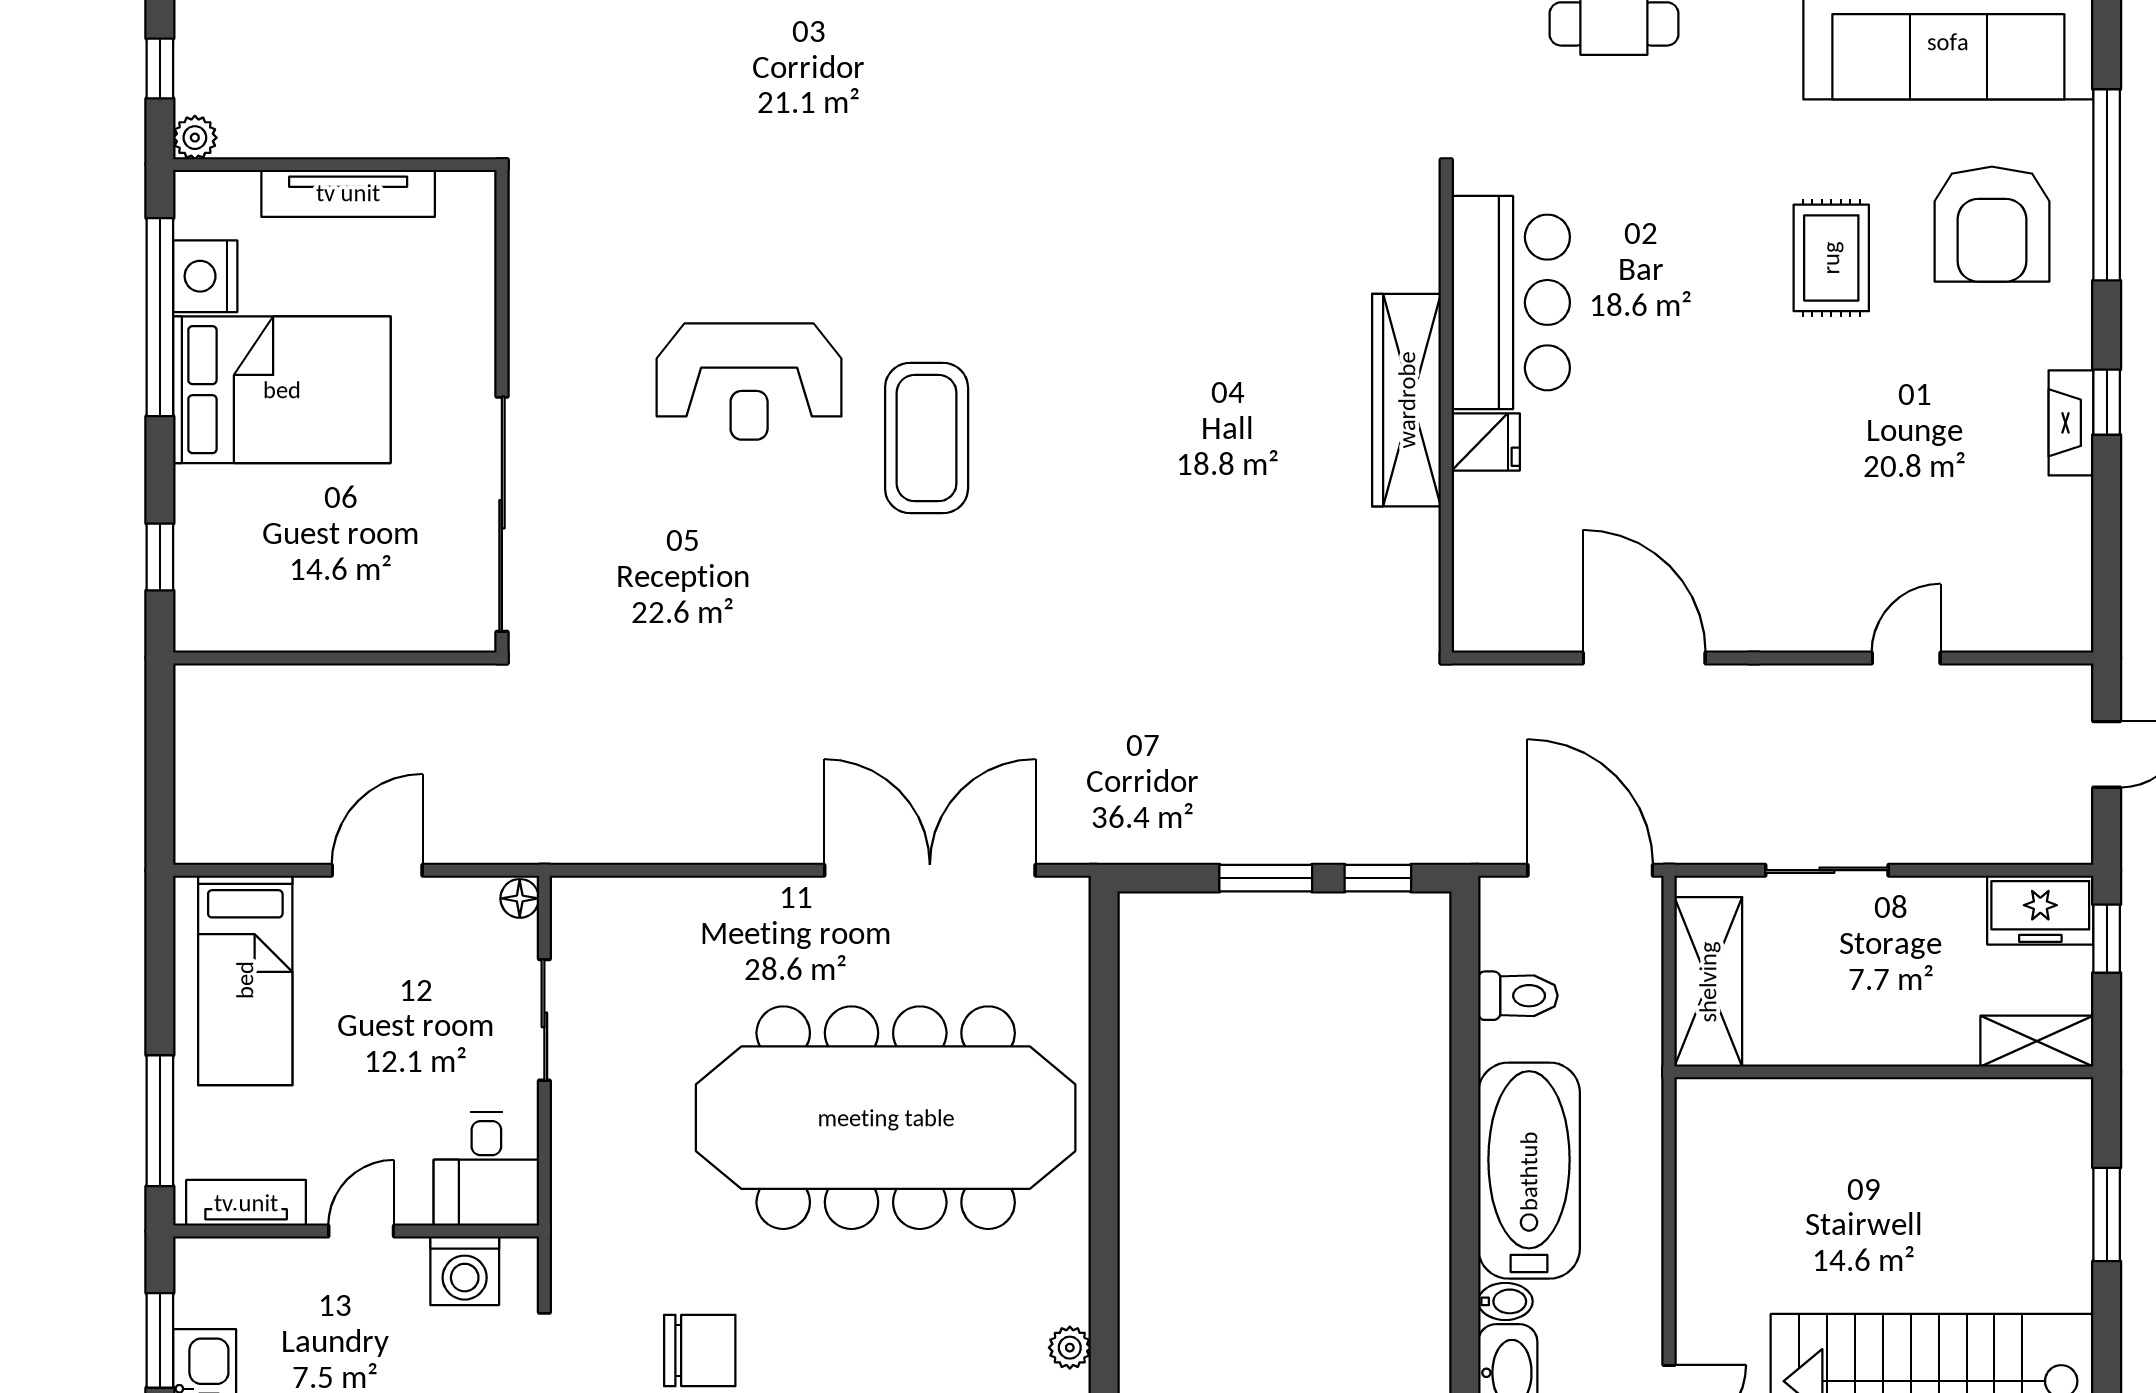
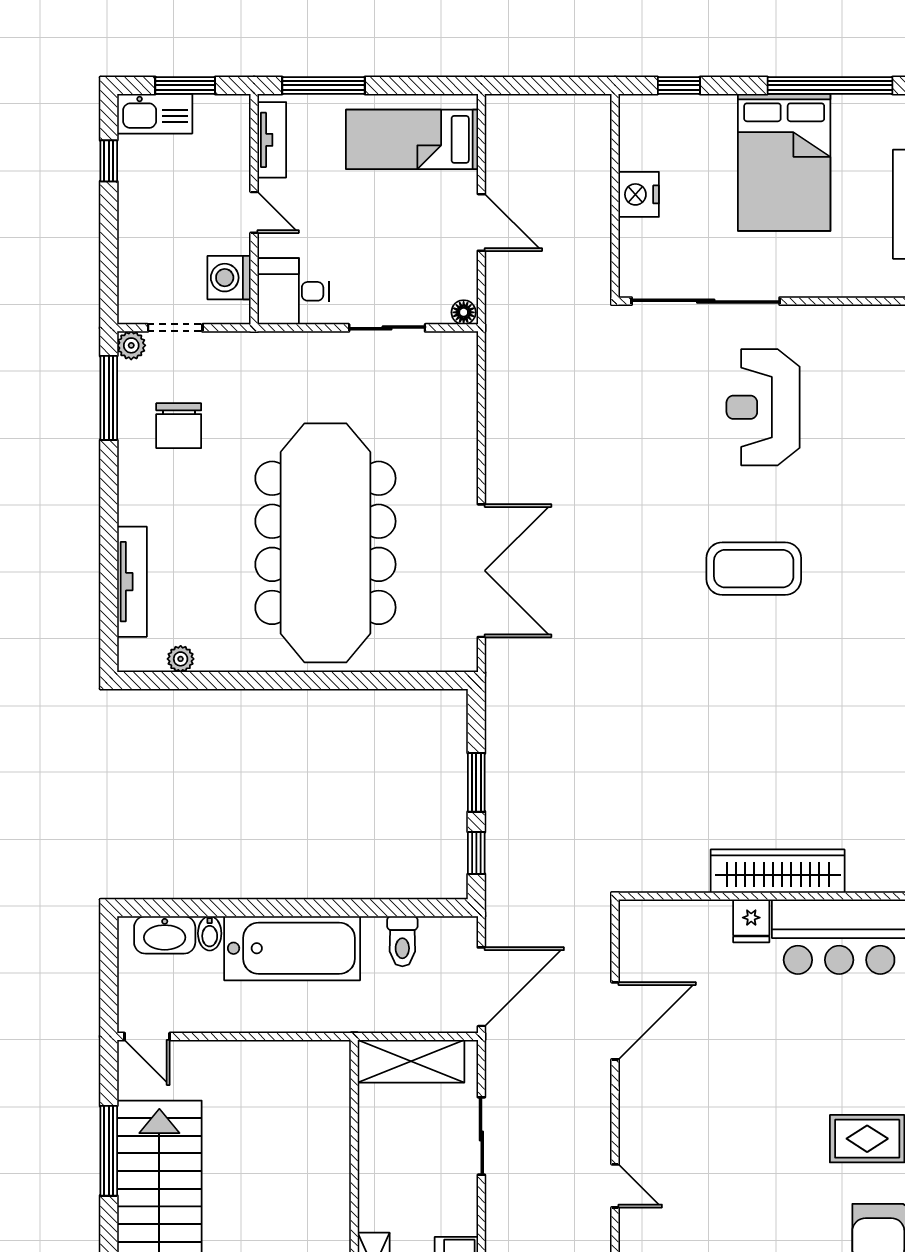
nightstand: (205, 276) -> (639, 194), moved, turned -90
reception desk: (749, 382) -> (763, 407), moved

